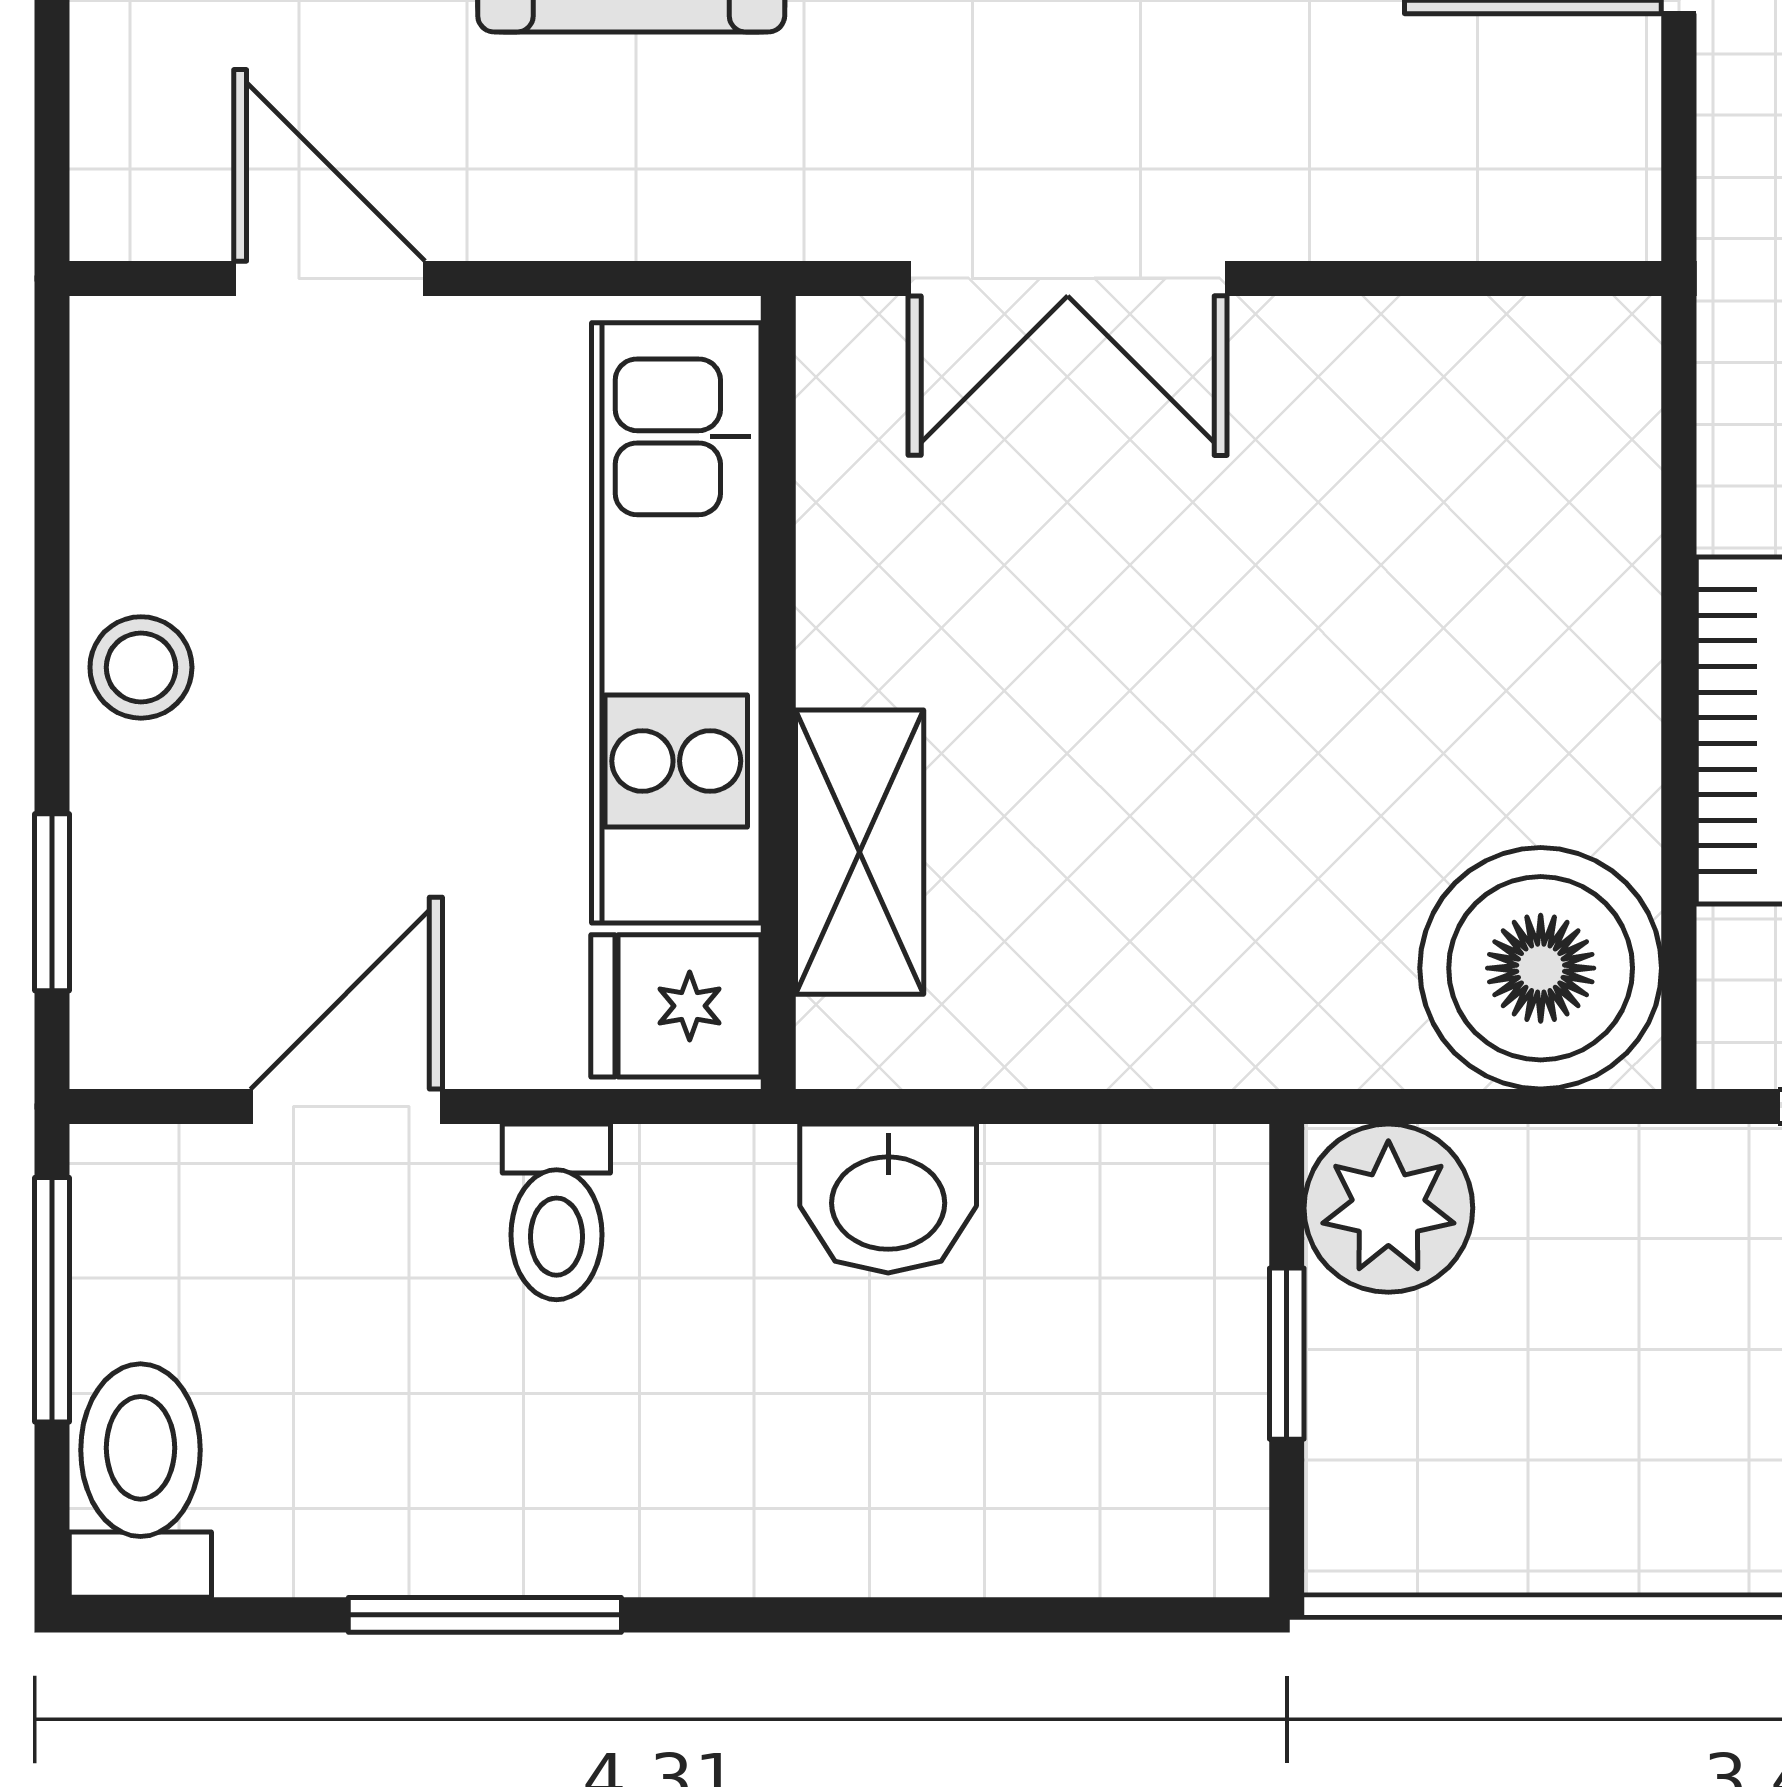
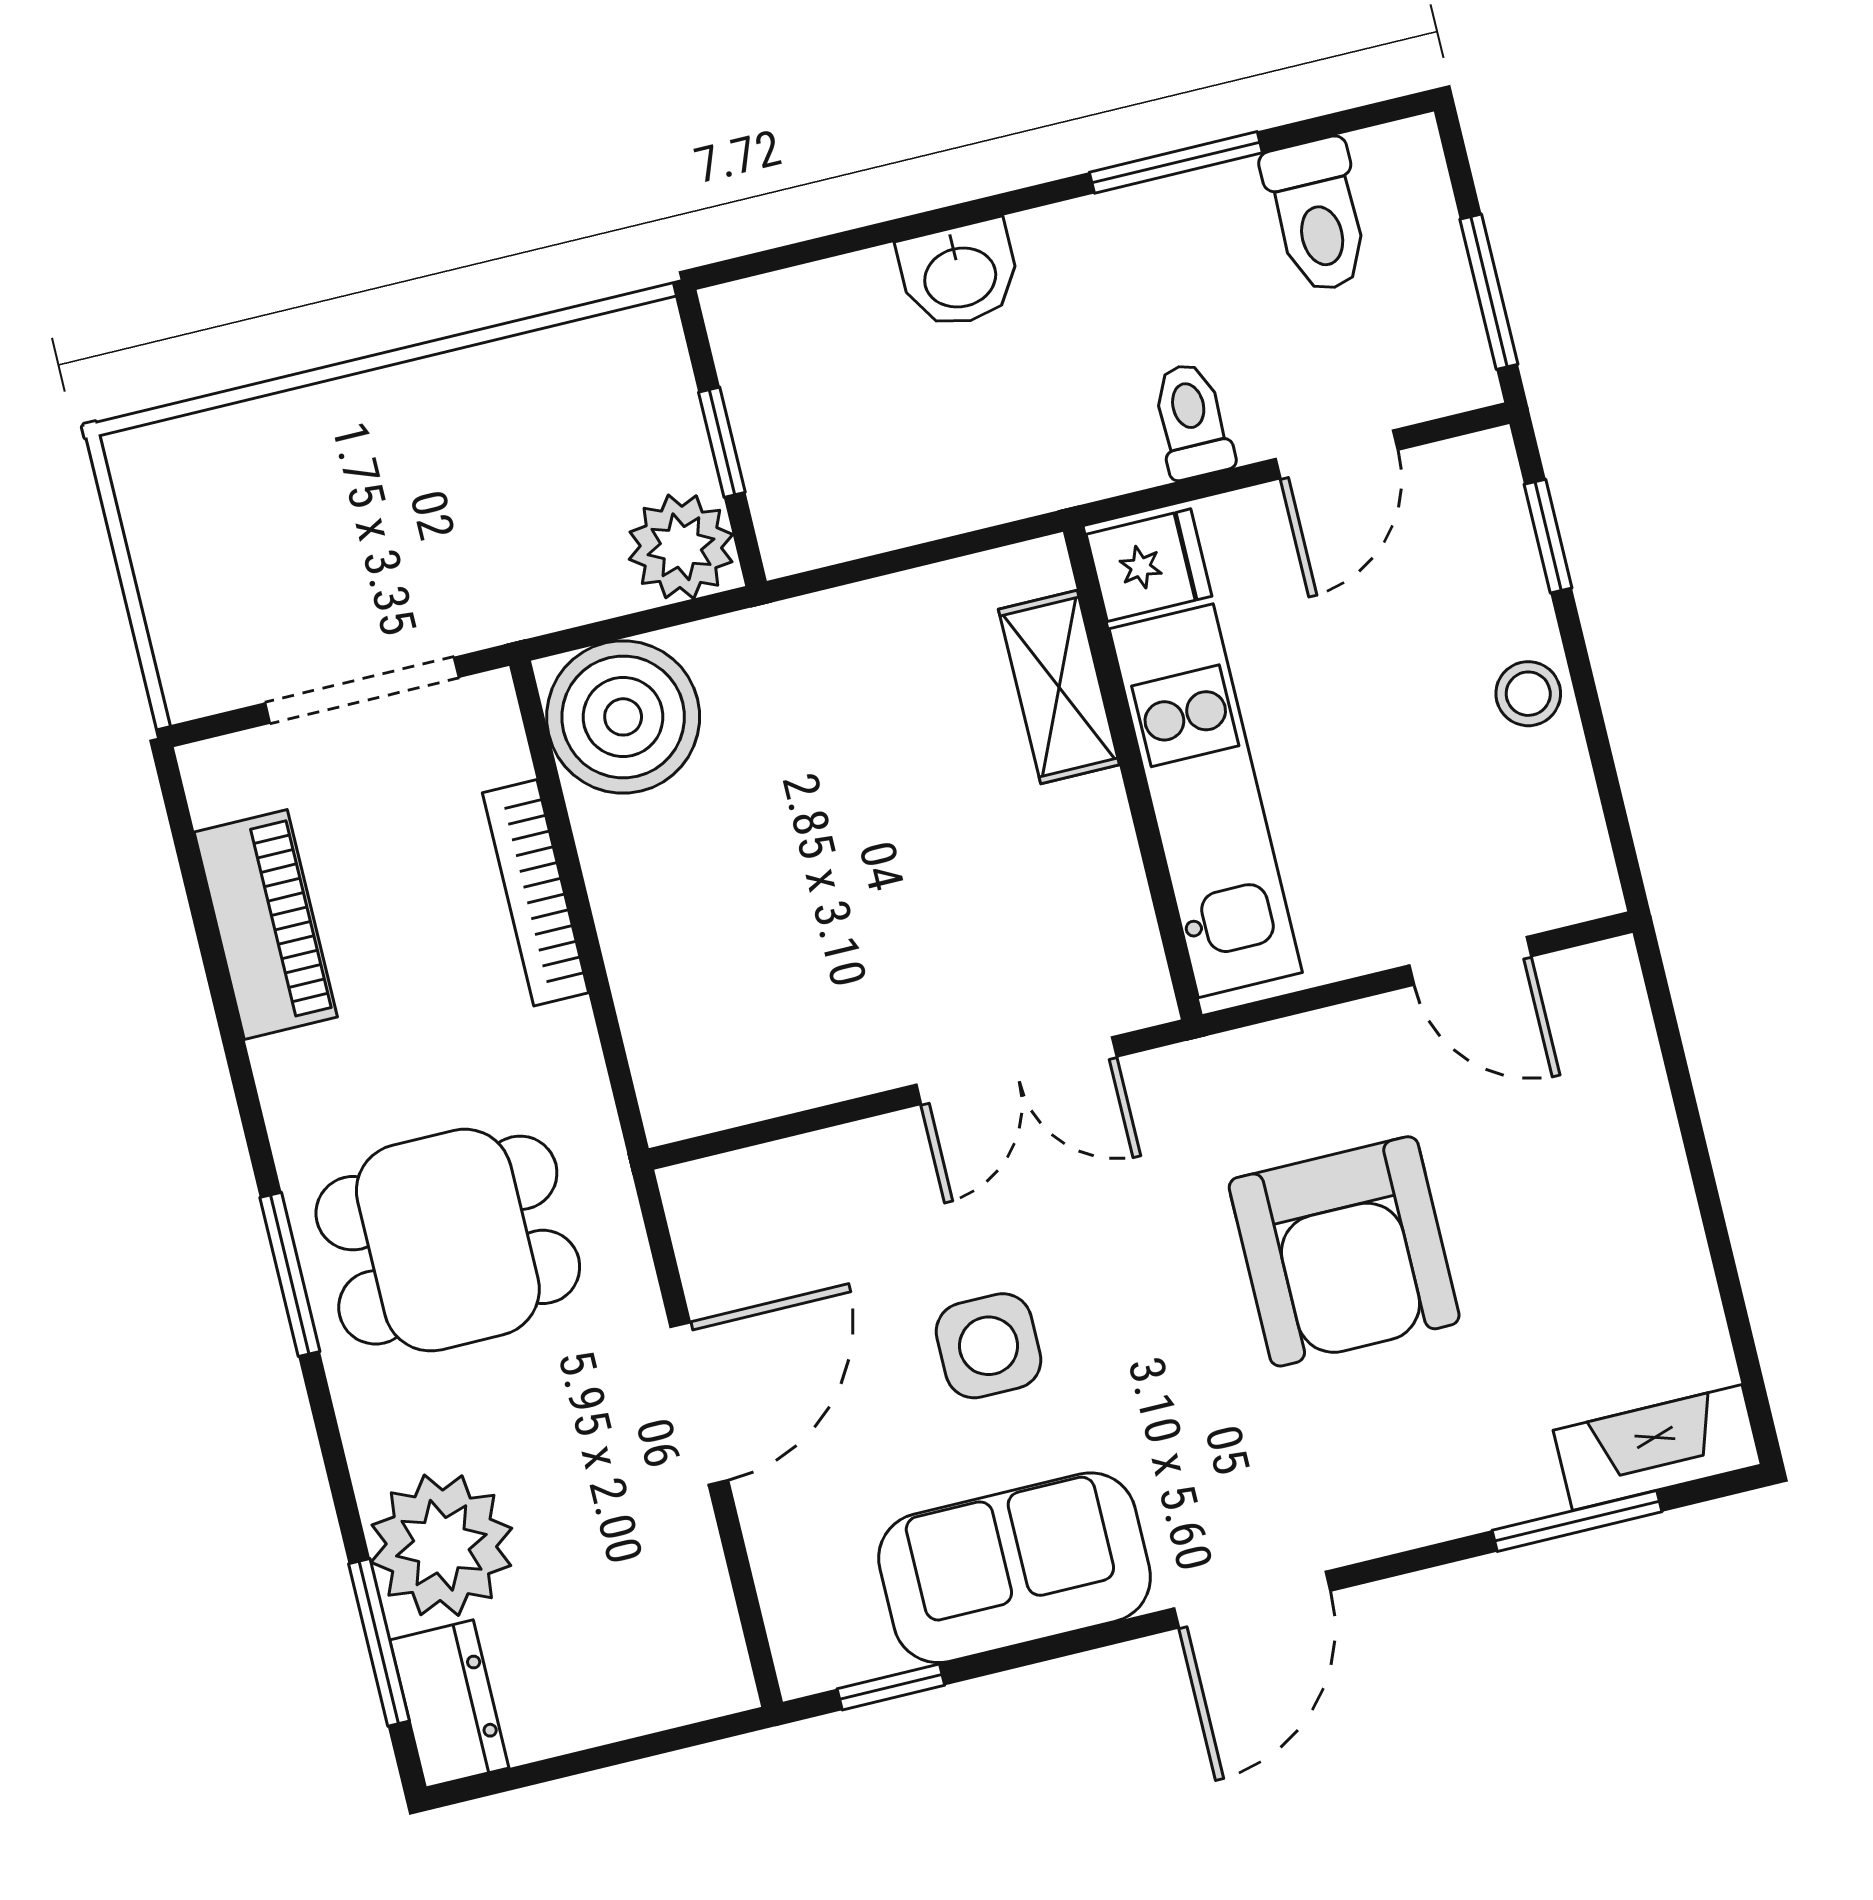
double door: (1068, 278) -> (1016, 1071), swing flipped
washbasin: (888, 1199) -> (960, 275), moved, turned 180
toilet: (140, 1481) -> (1317, 216), moved

